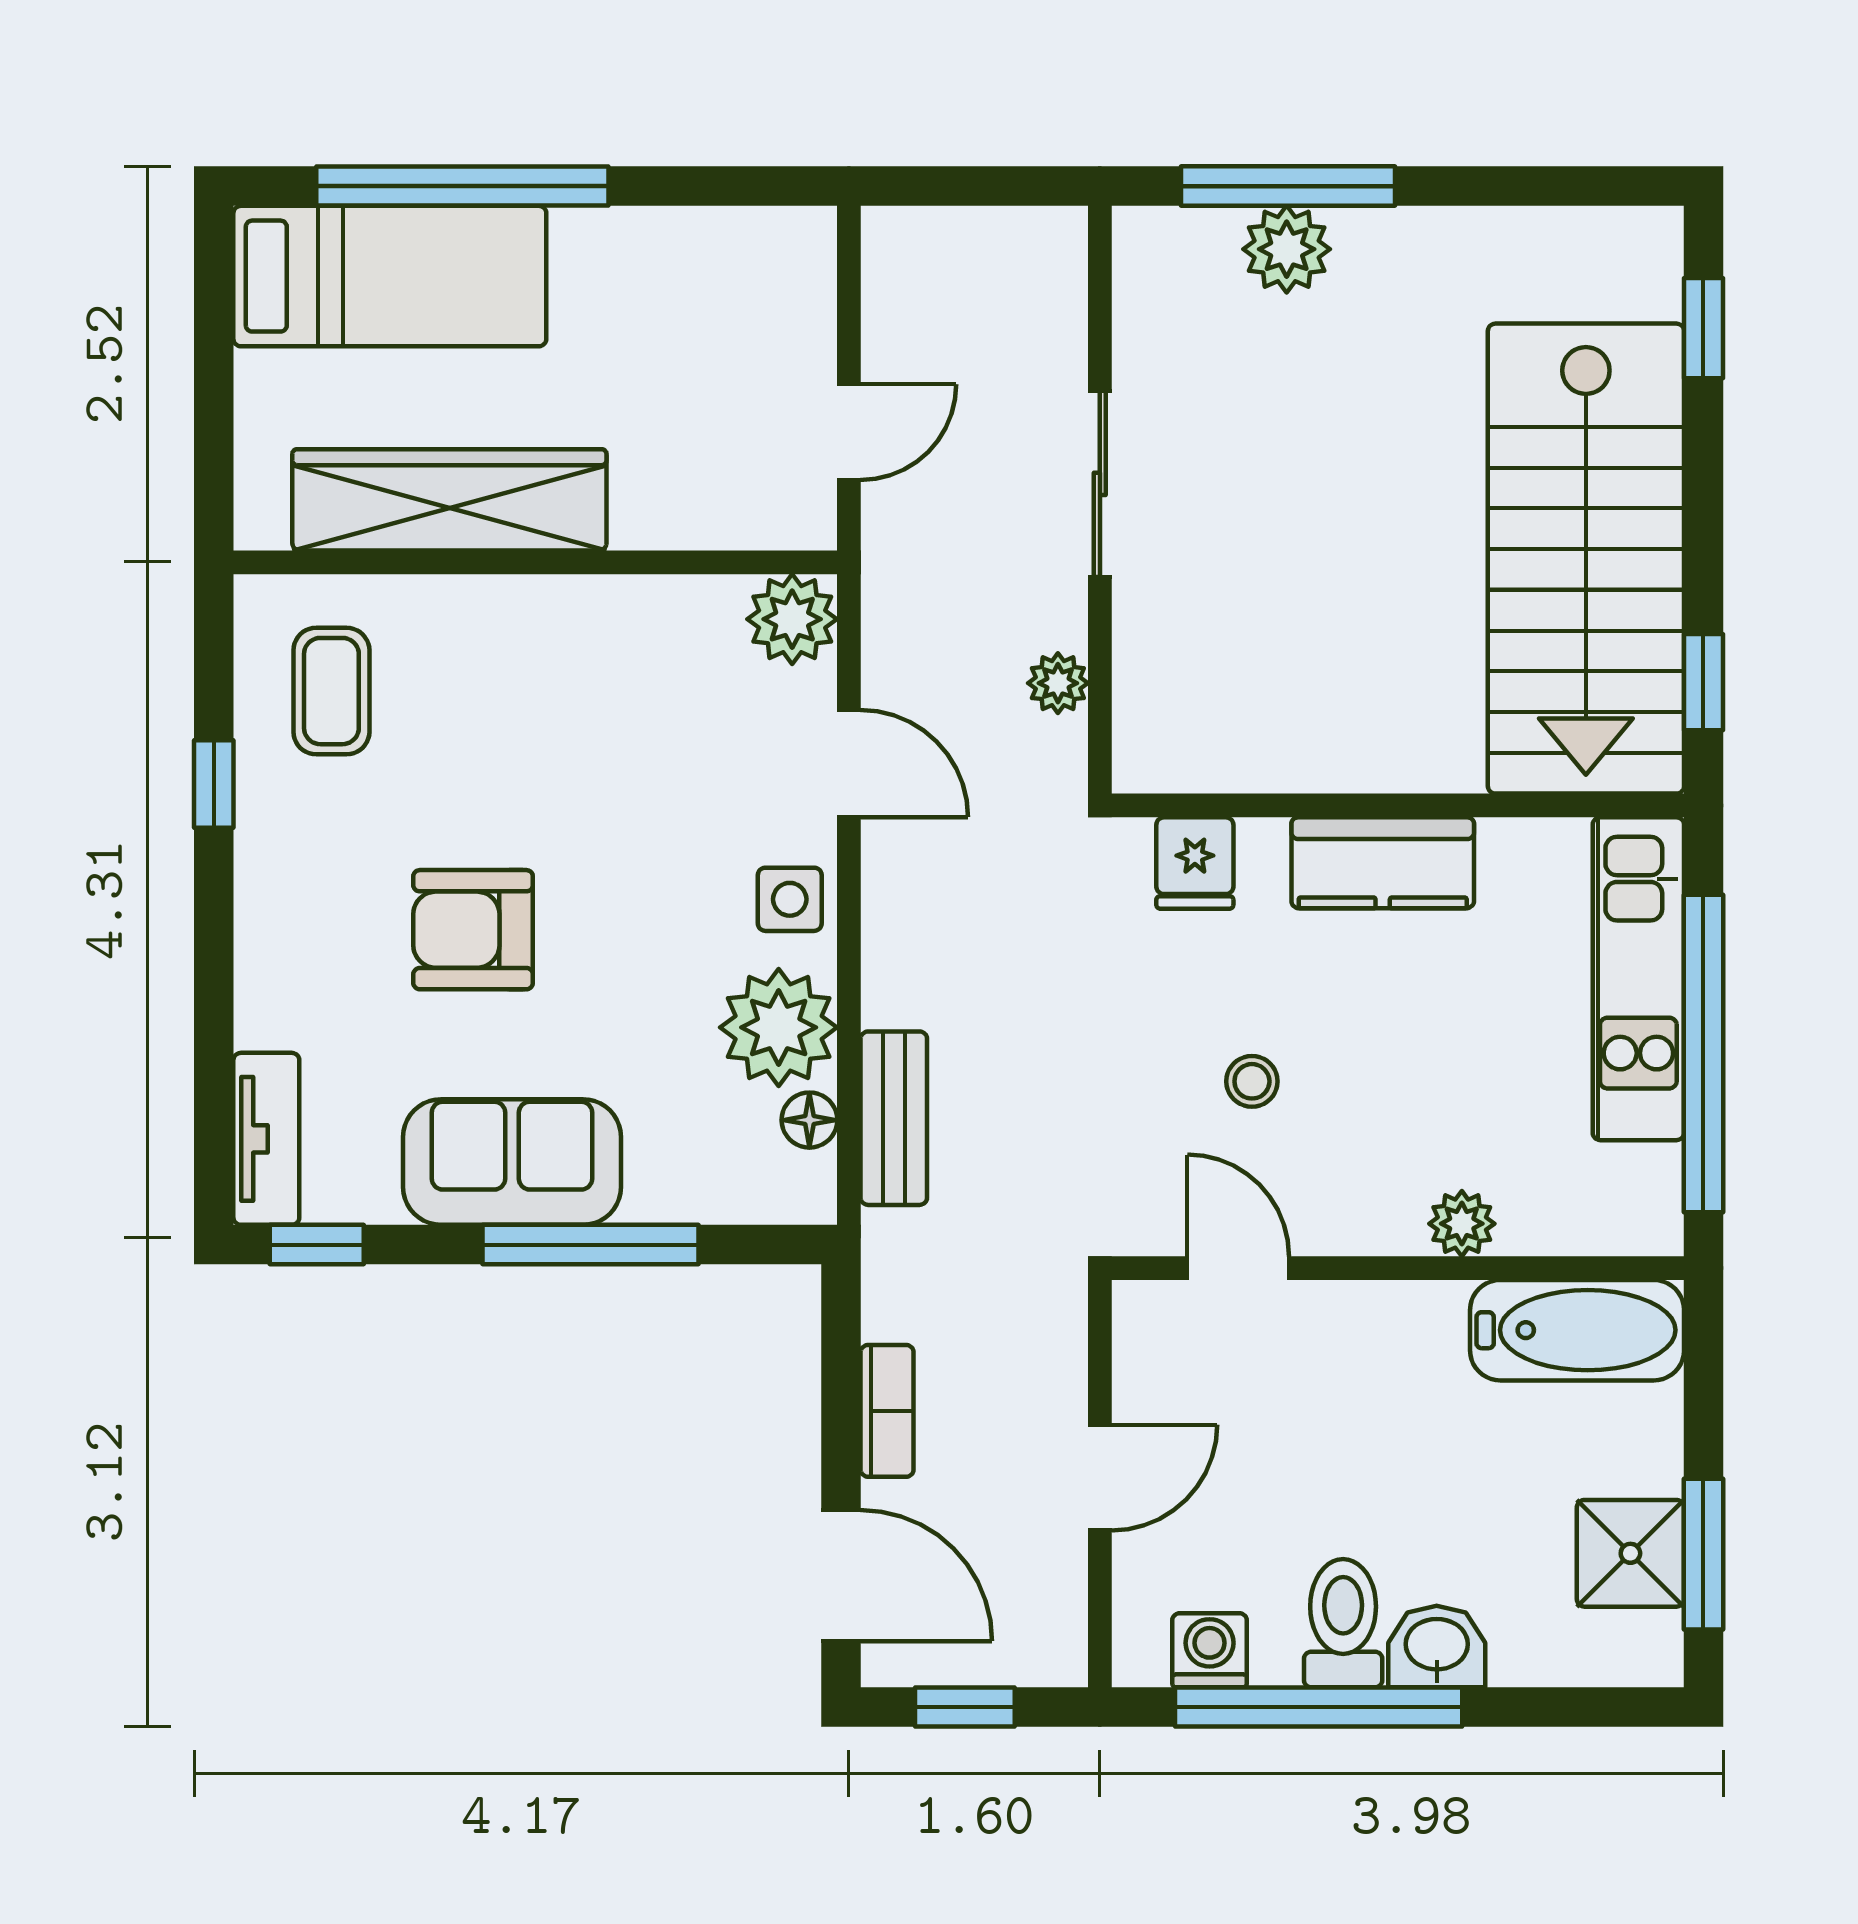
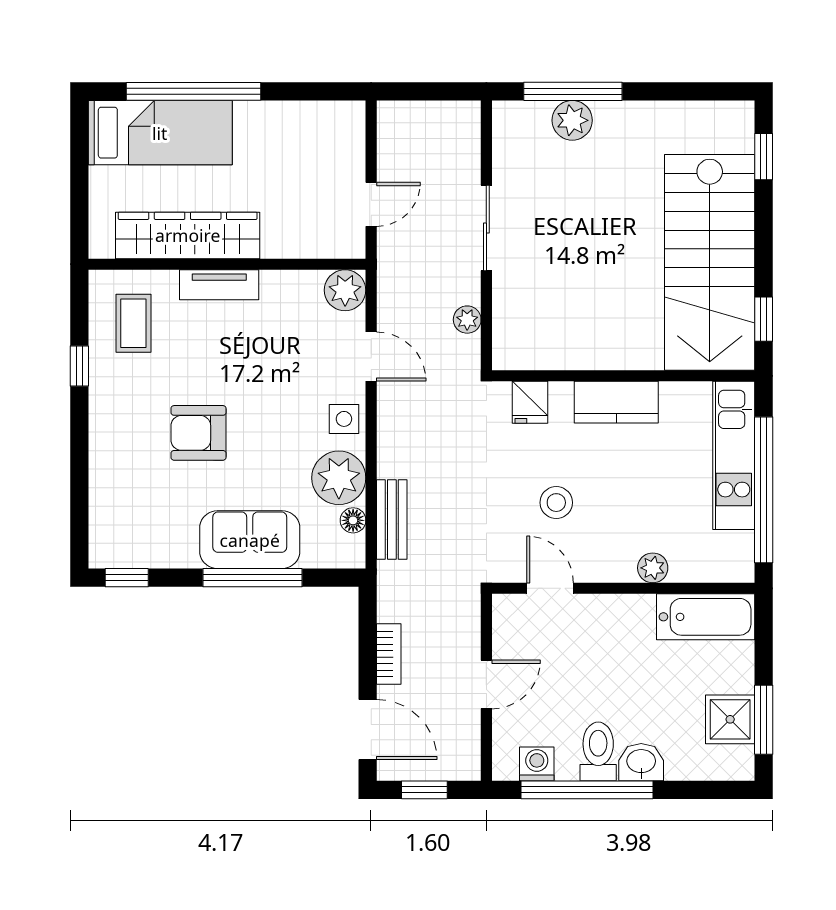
stool: (1252, 1081) -> (556, 503), width x1.37, depth x1.37
tv unit: (266, 1139) -> (219, 285), moved, turned 90
sofa: (512, 1162) -> (250, 540), moved

